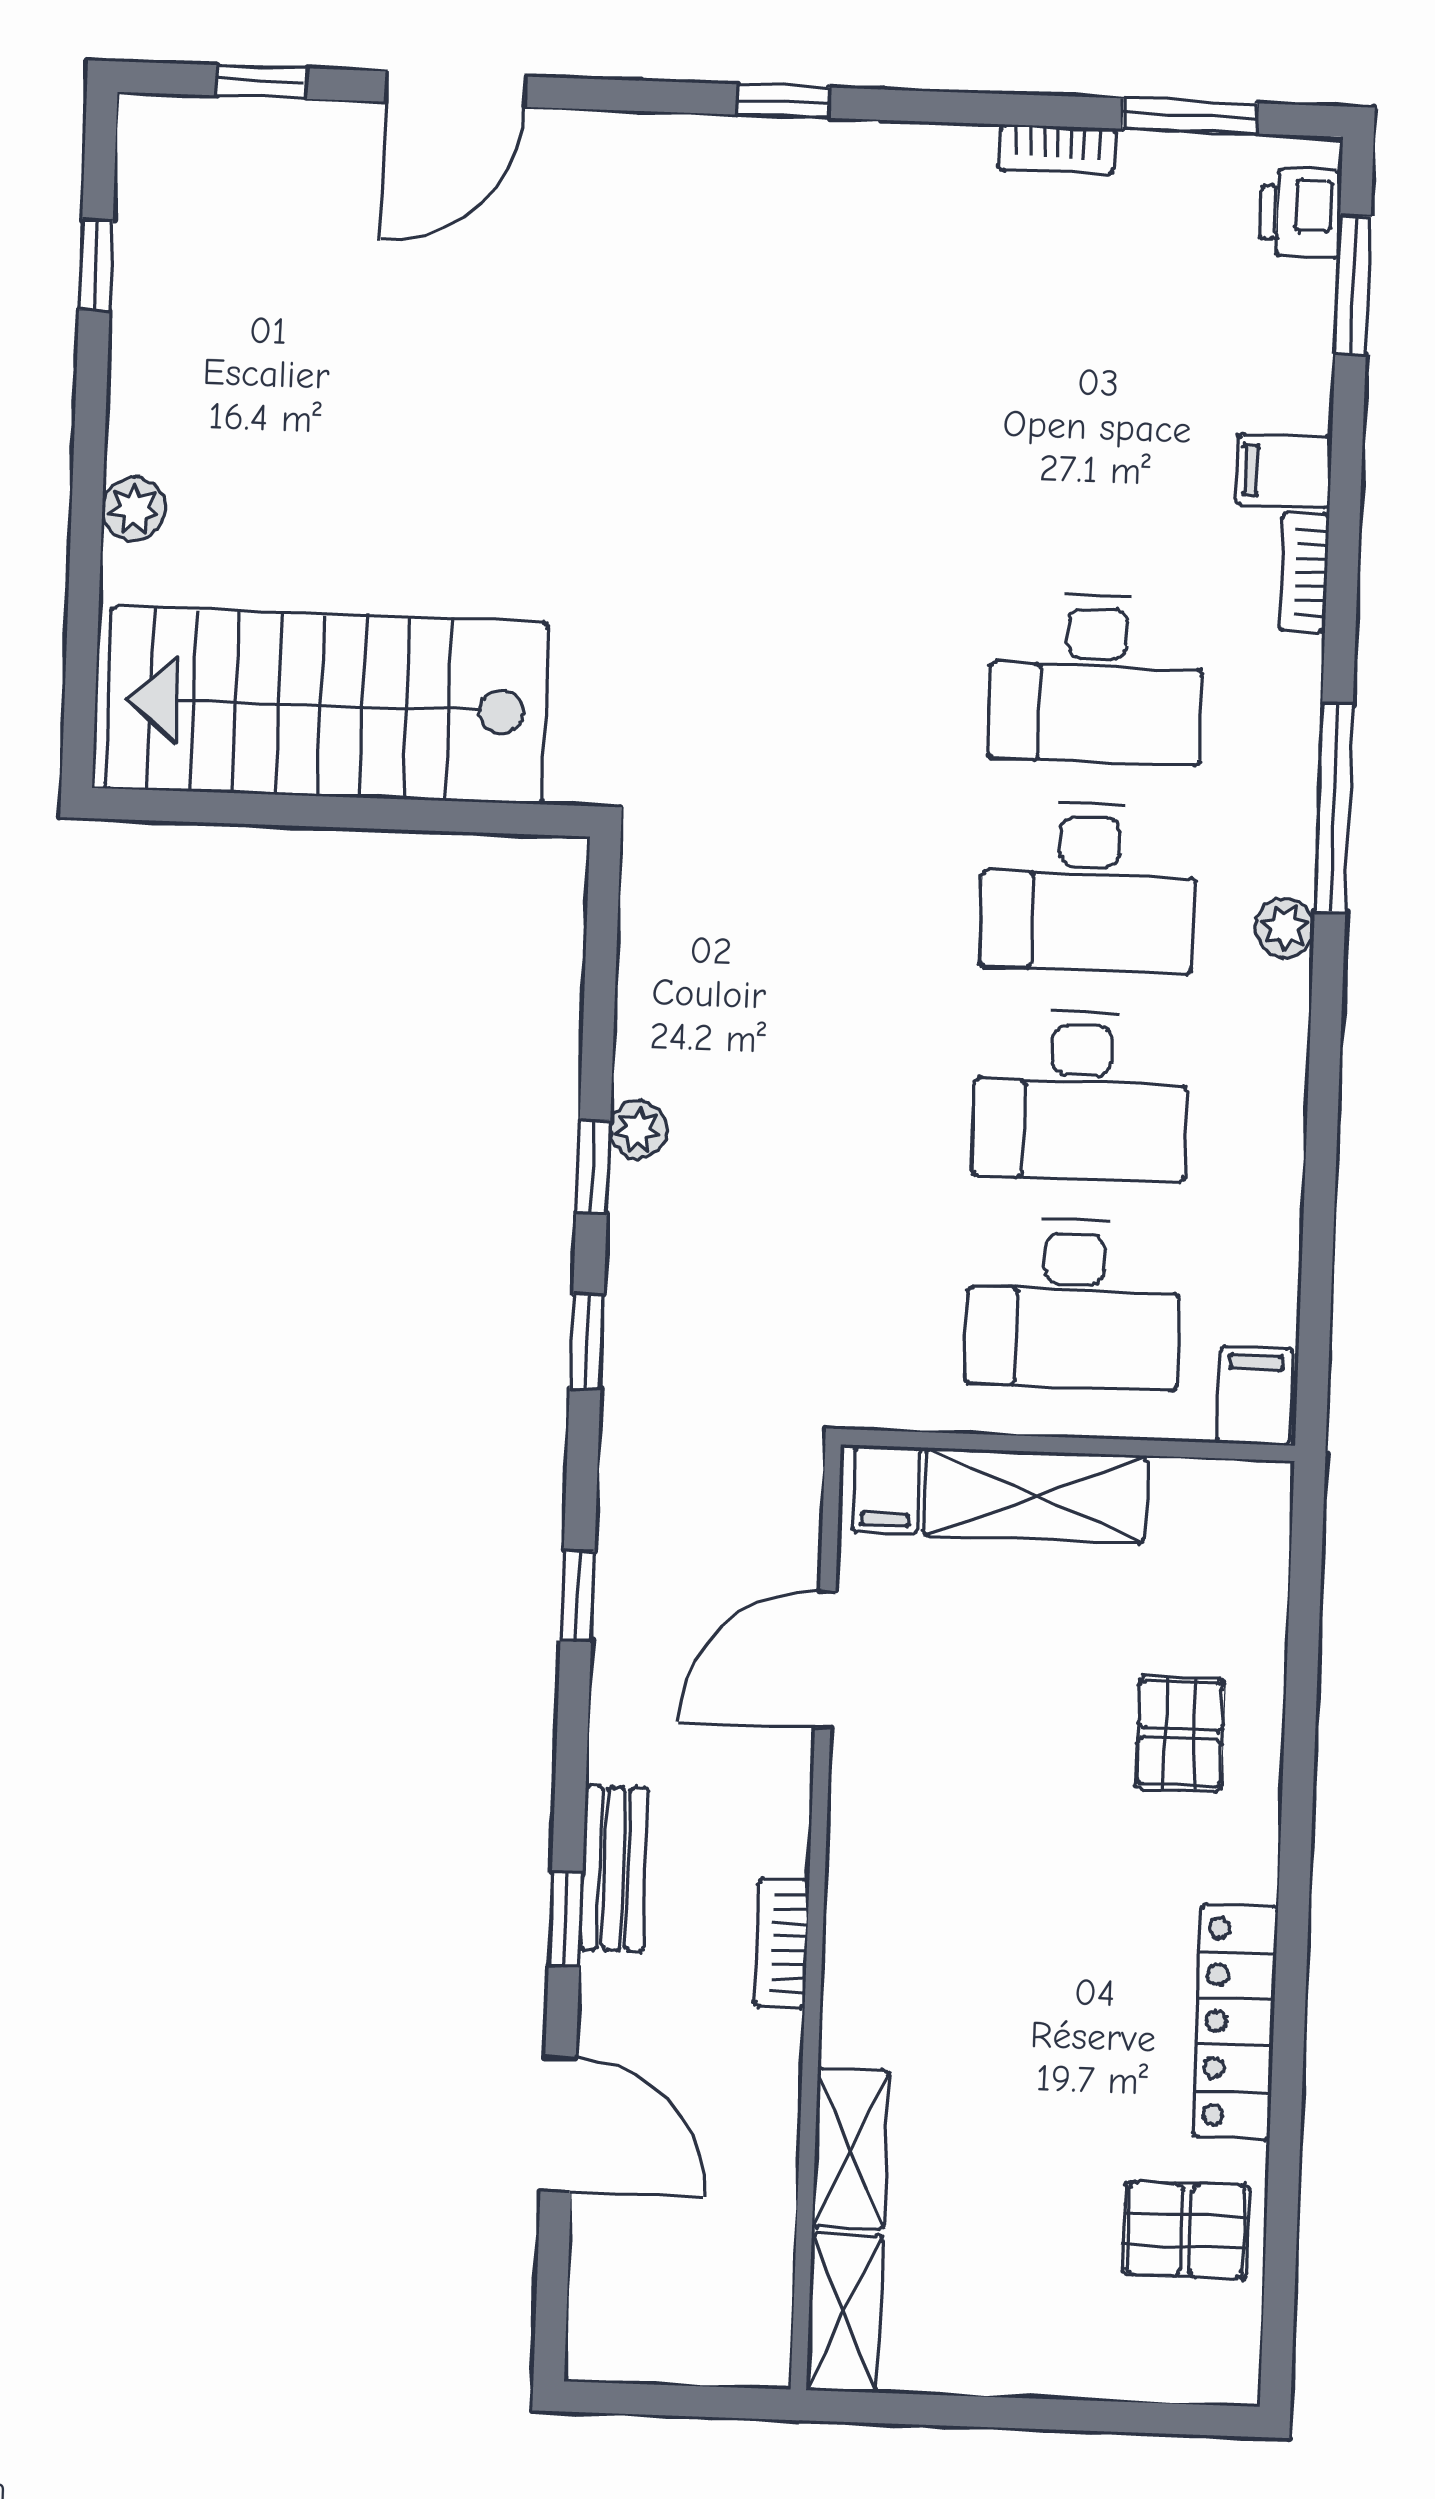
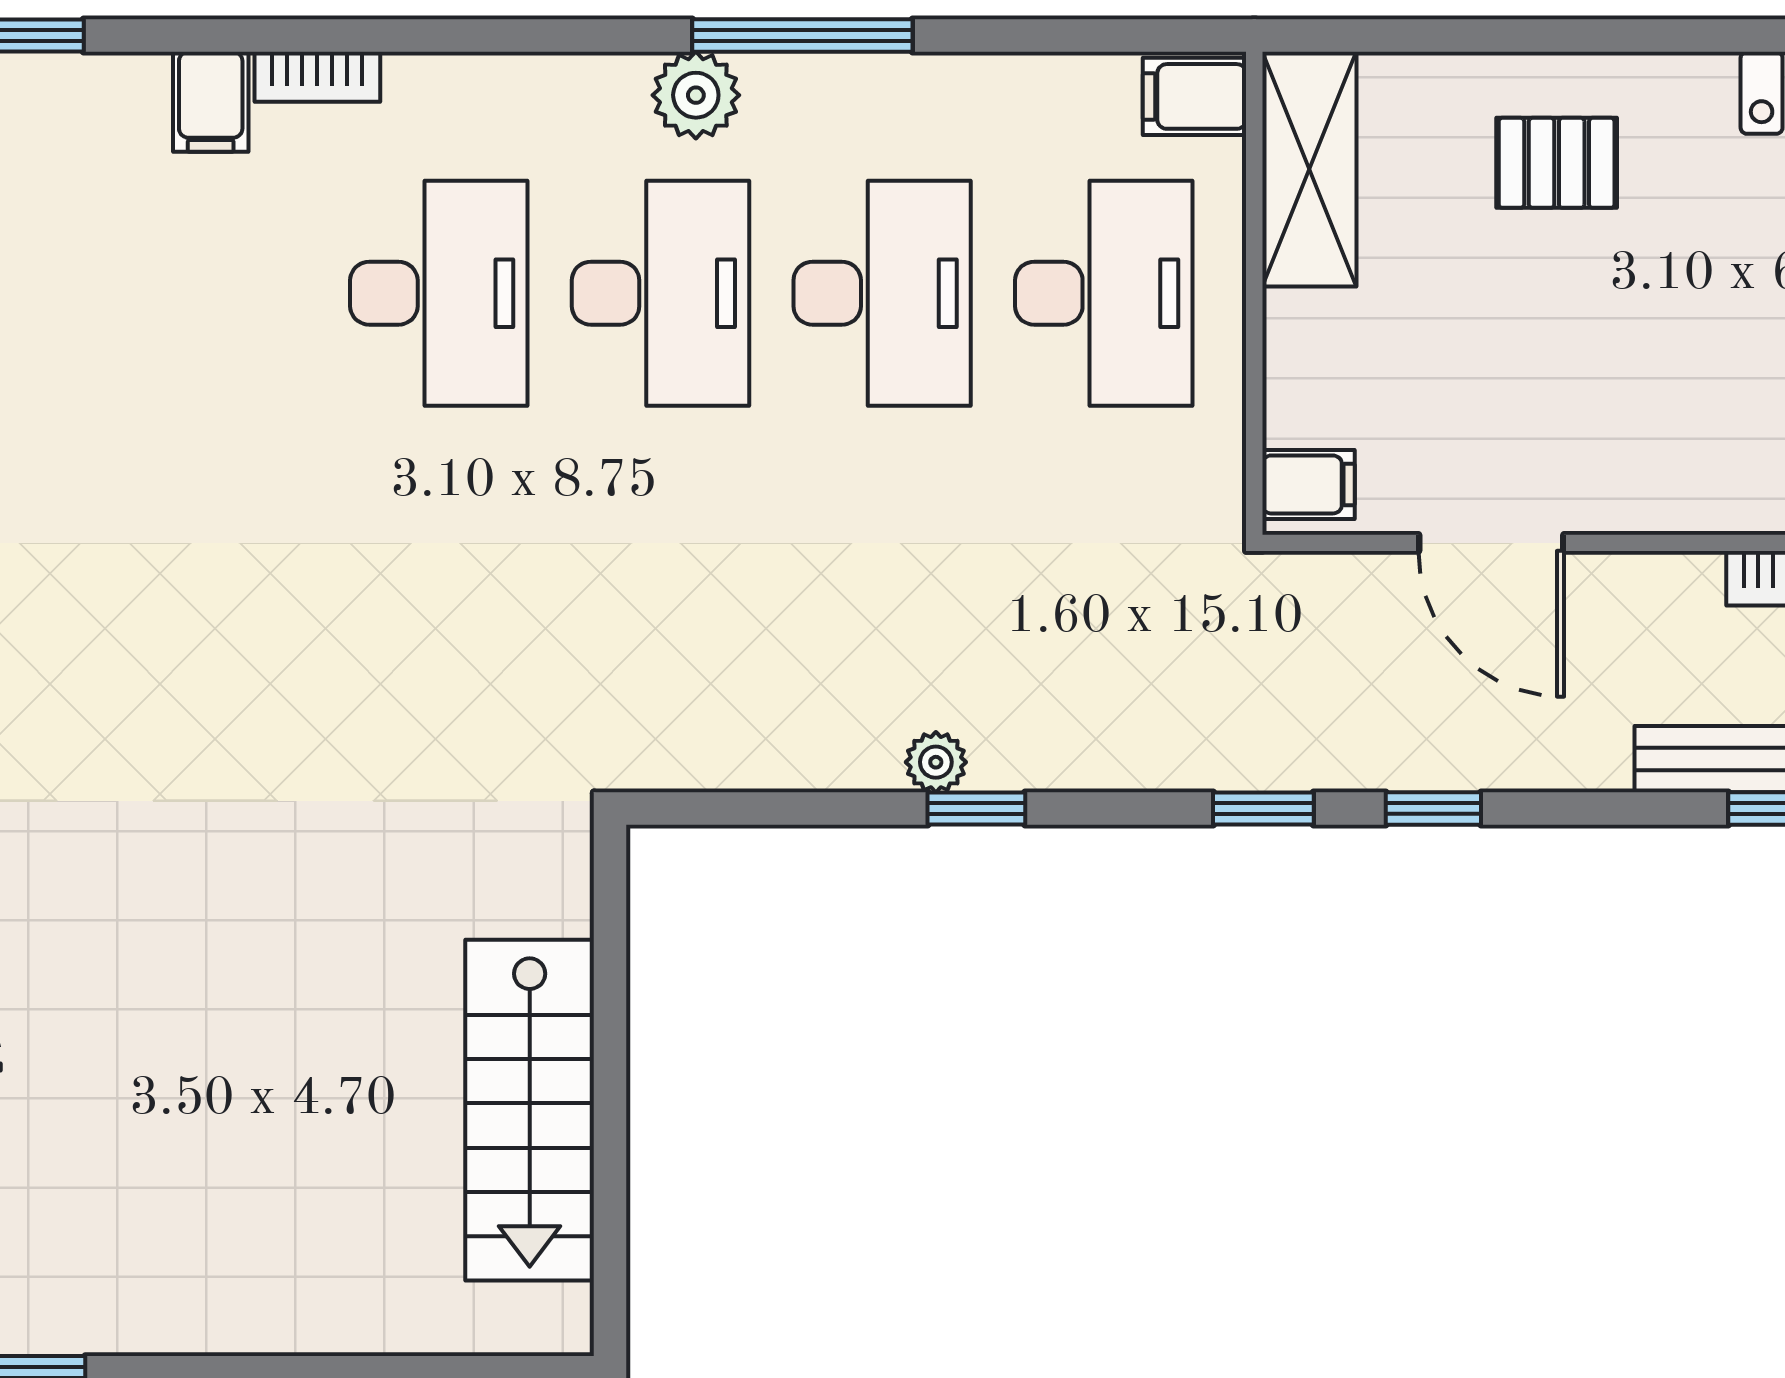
plant: (134, 509) -> (296, 1322), removed
stairs: (326, 705) -> (530, 1110), width x0.73, depth x0.66
window: (1334, 808) -> (802, 36), moved
plant: (1284, 928) -> (696, 95), width x1.38, depth x1.38
window: (587, 1342) -> (1263, 809), moved
shelving: (1035, 1496) -> (1309, 169), moved

